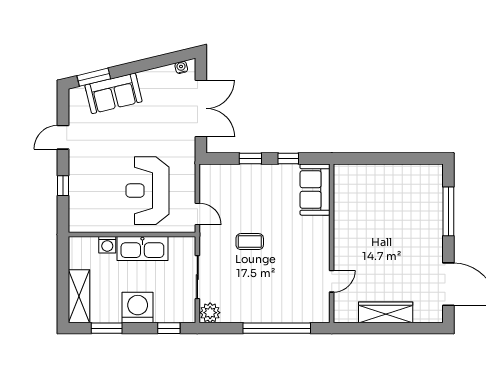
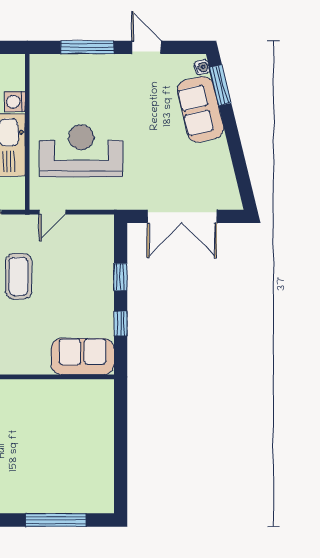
water cooler: (181, 67) -> (202, 67), moved
window: (63, 186) -> (87, 47), width x2.17
coffee table: (250, 242) -> (19, 276), width x1.36, depth x1.30

